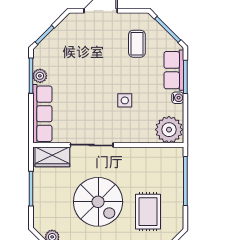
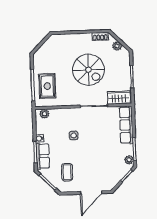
plant: (40, 76) -> (129, 160), moved
plant: (169, 130) -> (44, 114), width x0.53, depth x0.53
spiral stairs: (98, 202) -> (88, 70), turned 180
rug: (148, 212) -> (47, 86), moved

